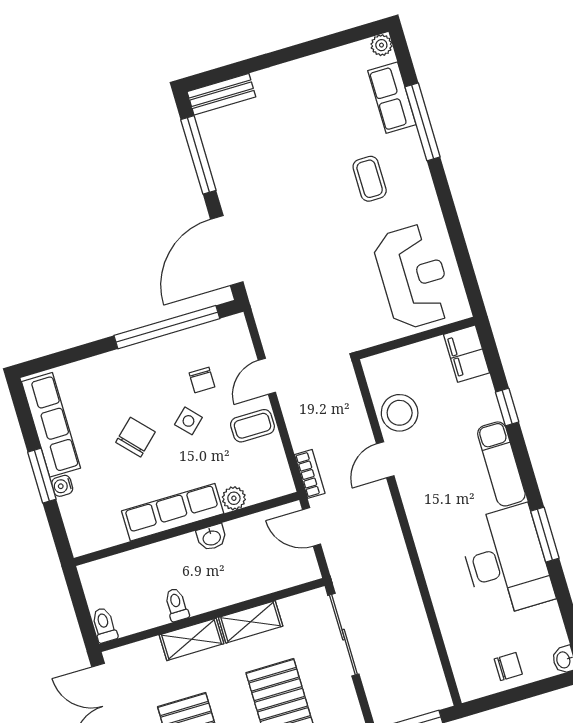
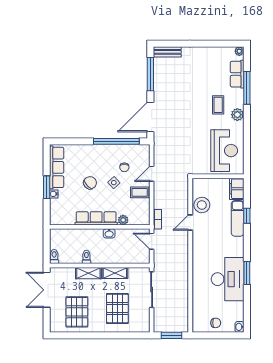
plant: (419, 188) -> (237, 115), added
exam couch: (501, 464) -> (238, 218), moved

